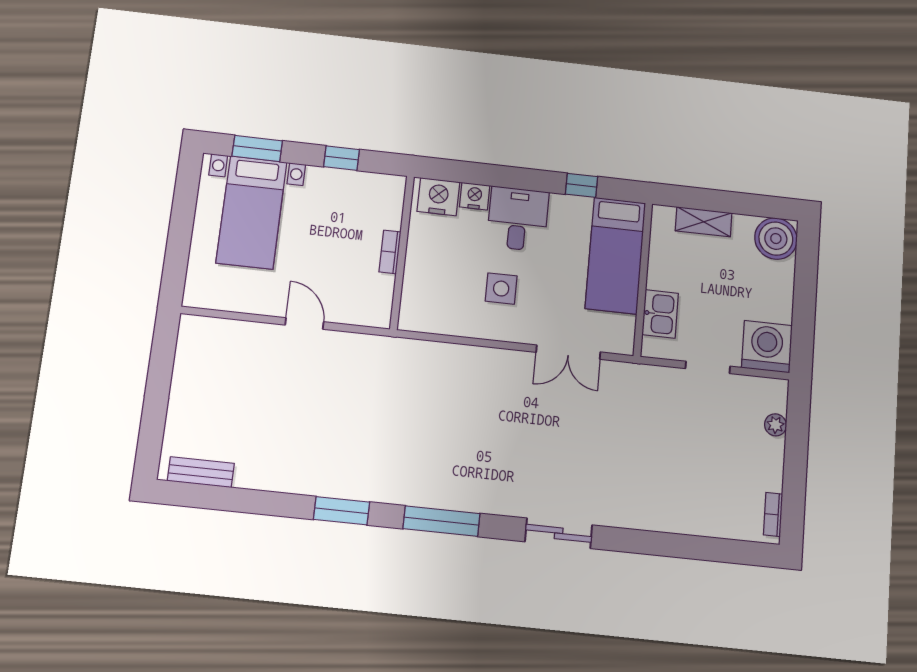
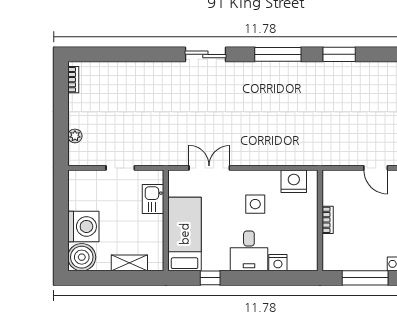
window: (342, 158) -> (365, 278), width x2.17
nightstand: (438, 197) -> (294, 181), moved, turned 180
washing machine: (767, 347) -> (83, 226), moved, turned -90

